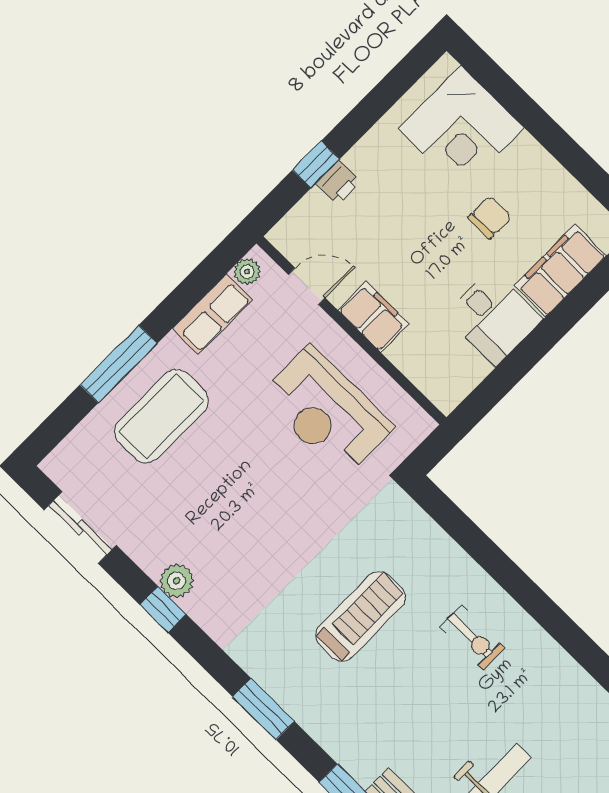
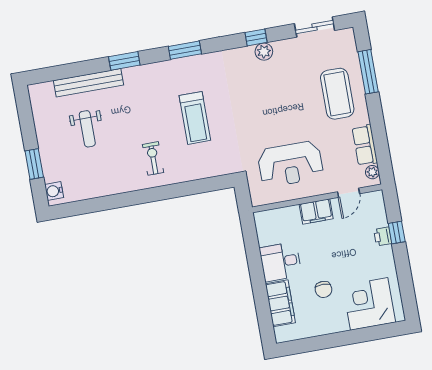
window: (119, 364) -> (368, 72), moved
reception desk: (327, 412) -> (290, 164), turned 180
exercise bike: (472, 638) -> (153, 158), turned 90

